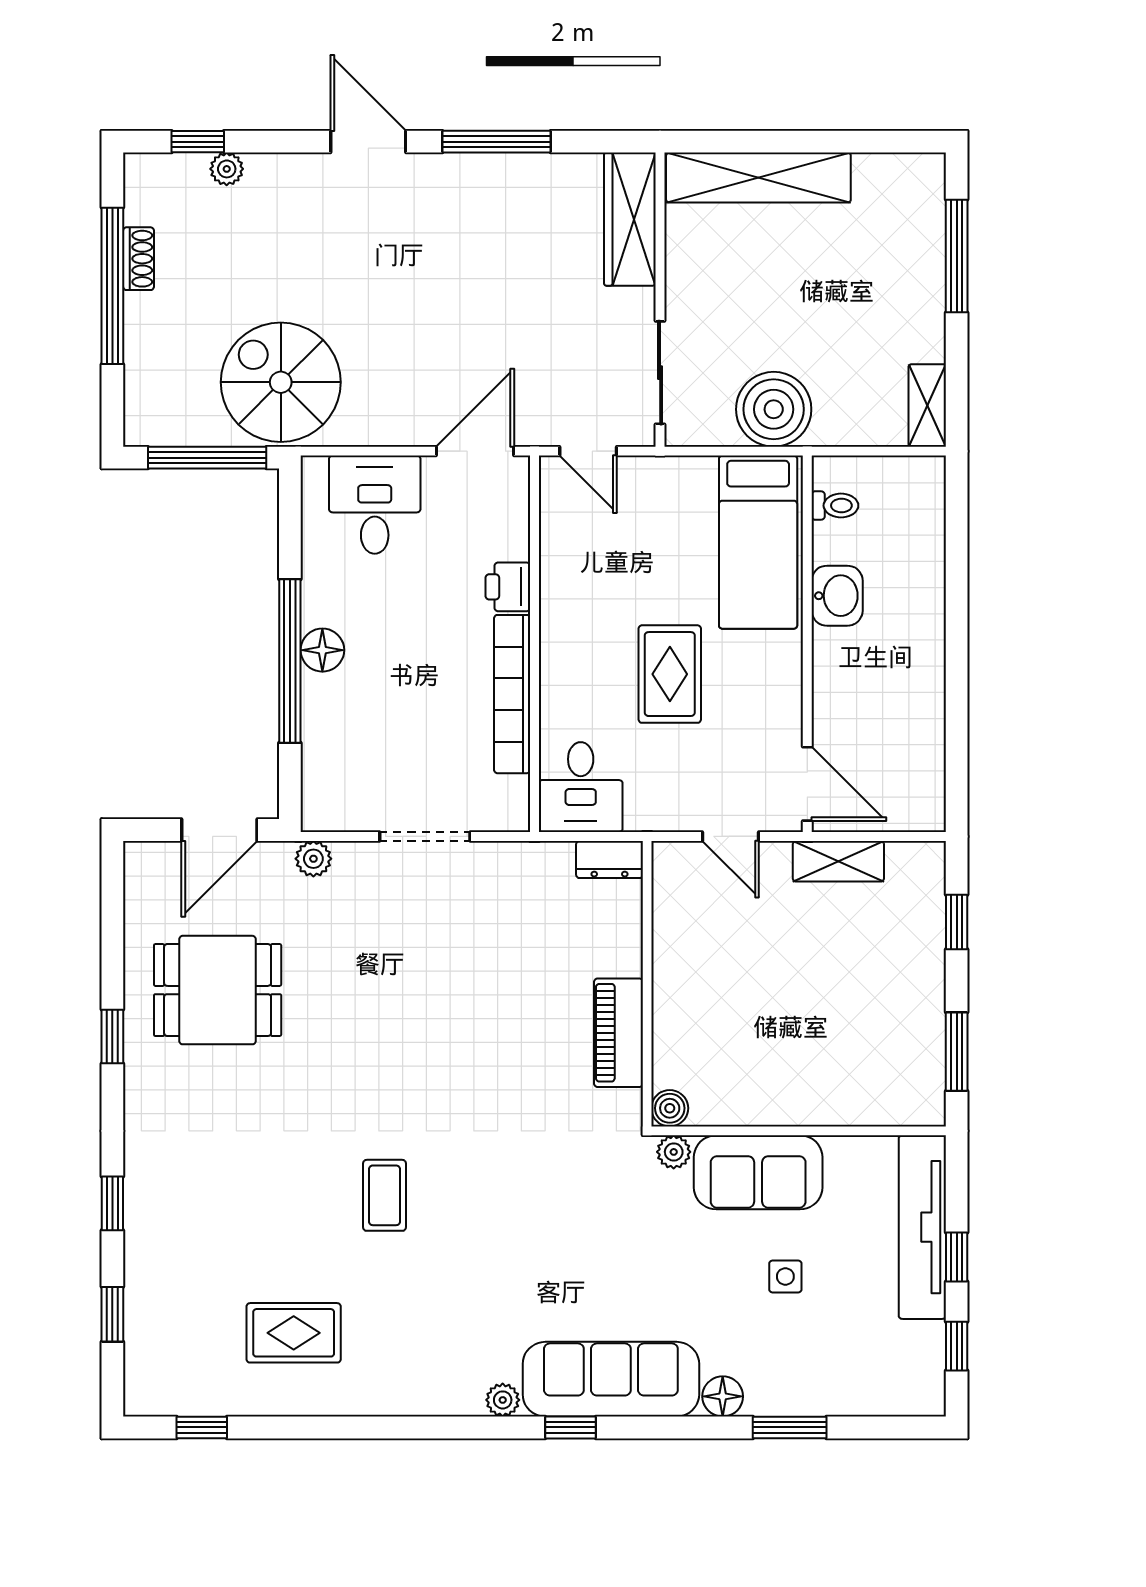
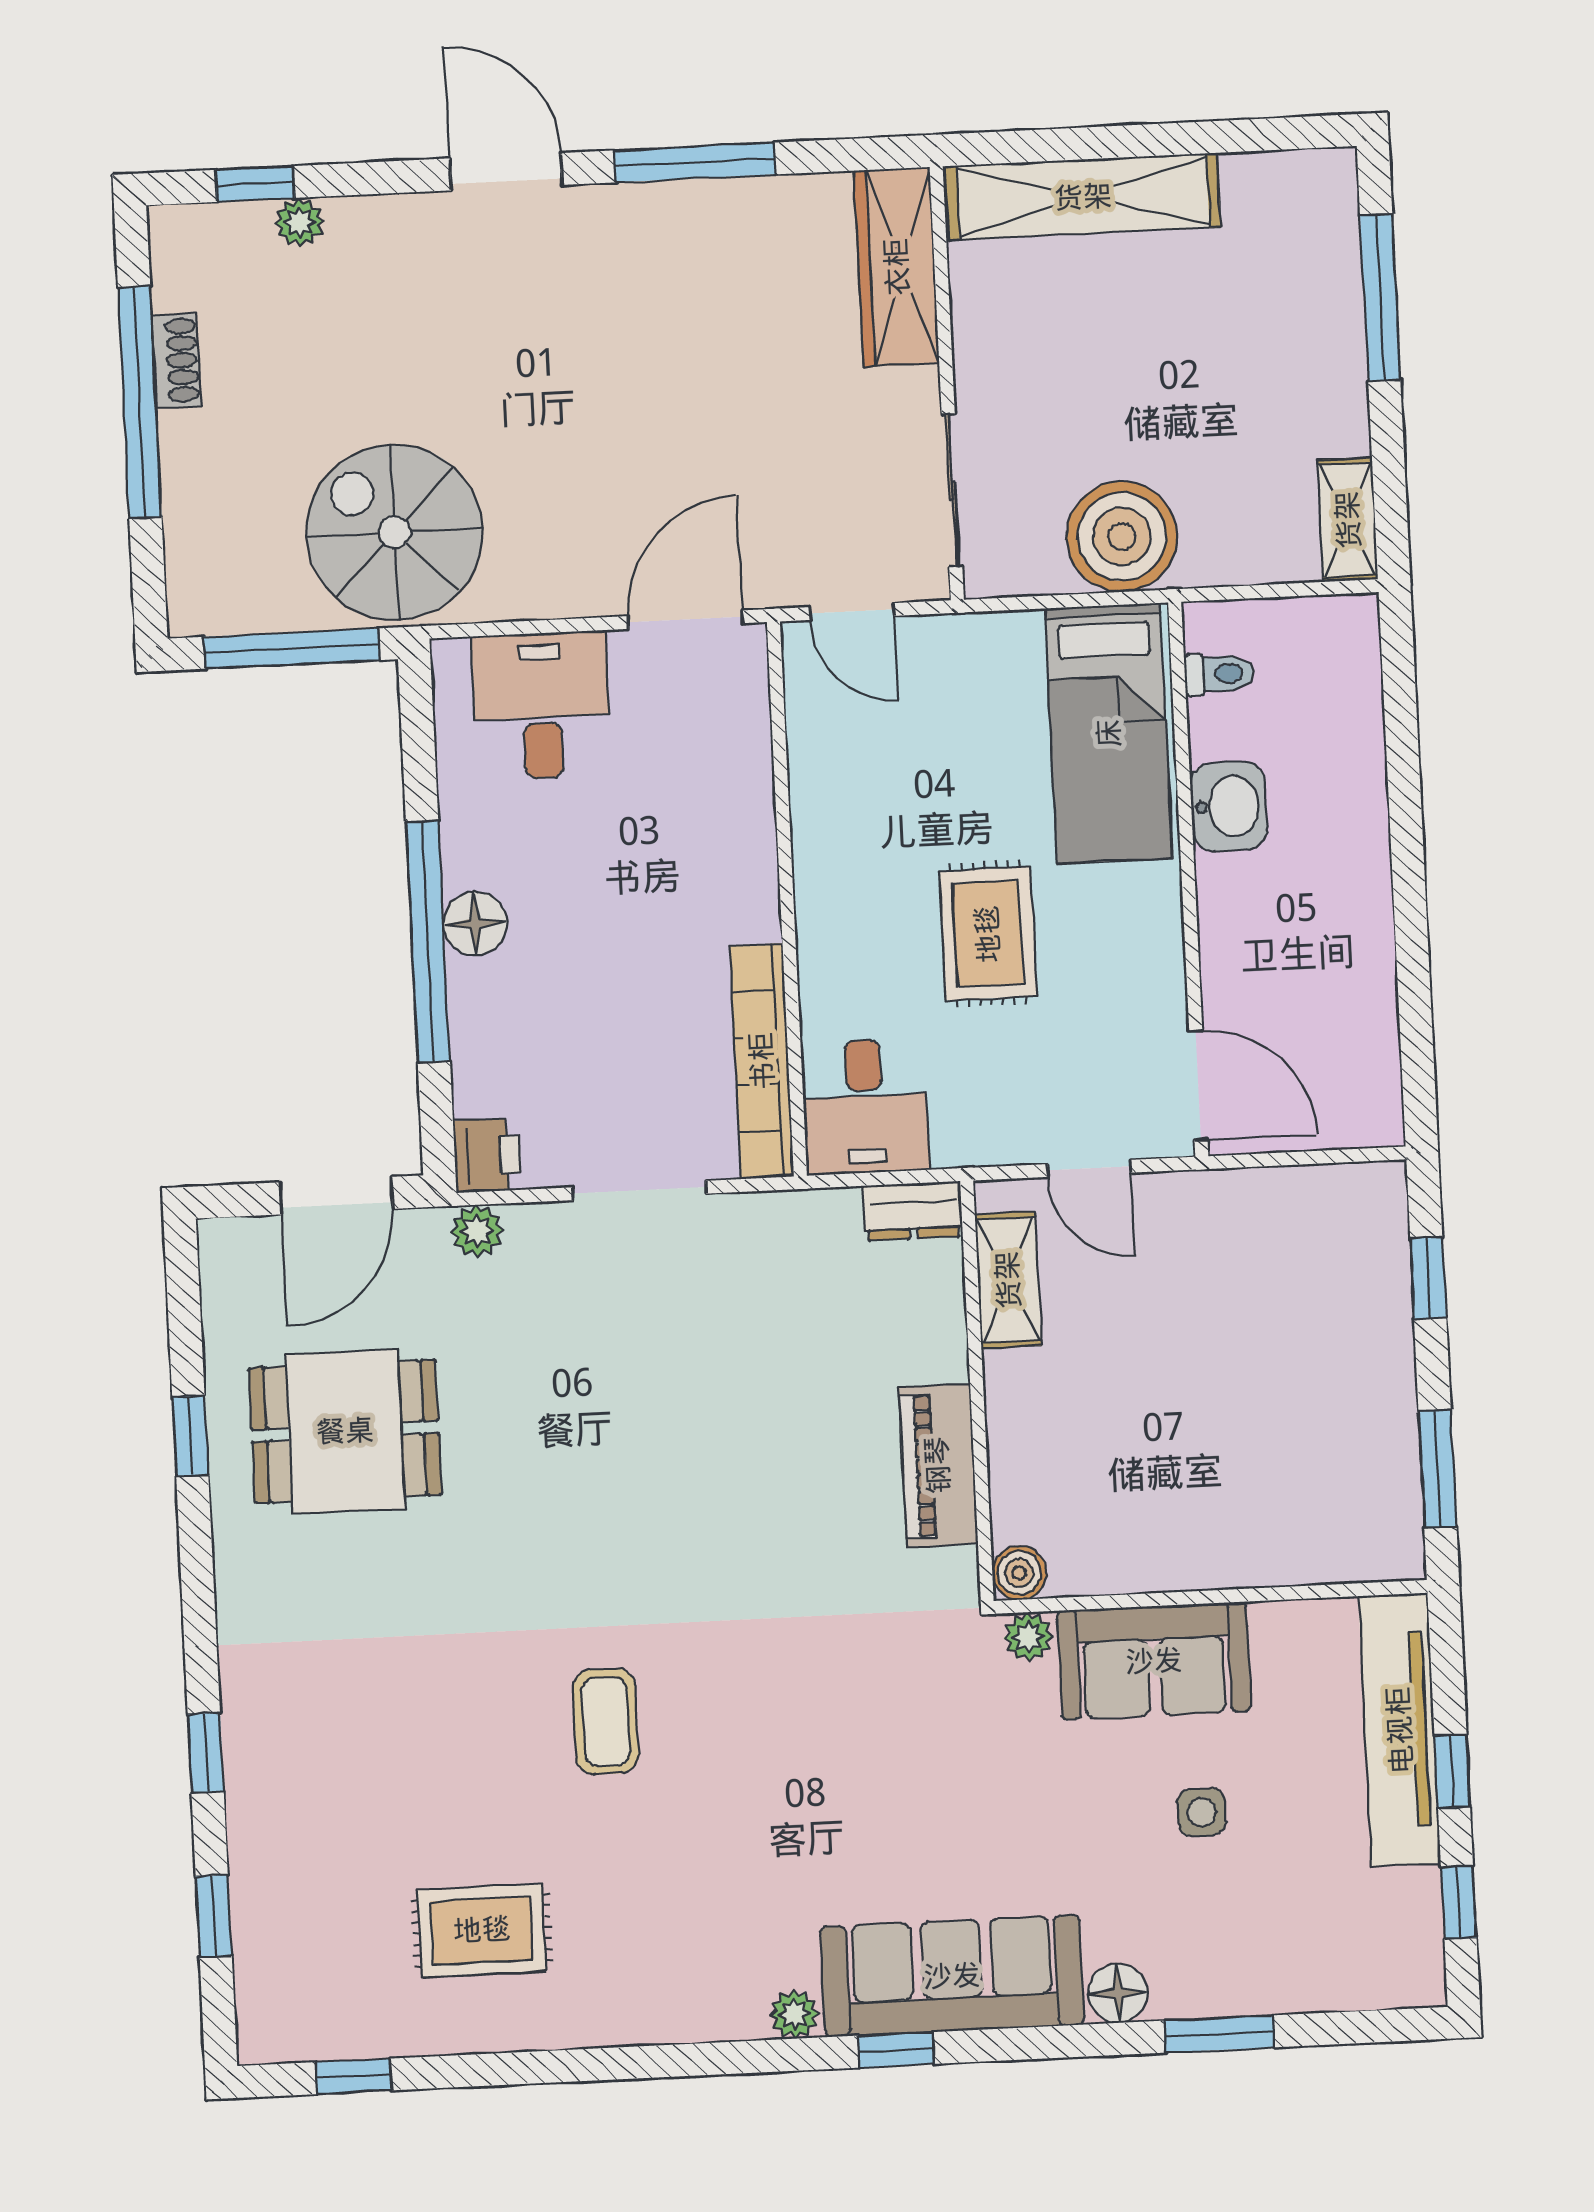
printer: (508, 587) -> (487, 1155), moved, turned 180
bookcase: (512, 694) -> (762, 1061), moved
shelving: (838, 861) -> (1008, 1280), moved, turned 90
window: (112, 1037) -> (190, 1436), moved

